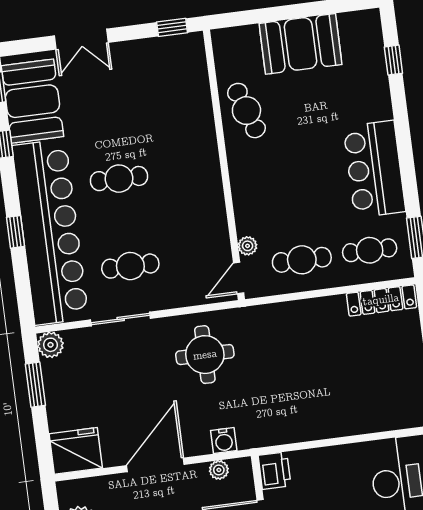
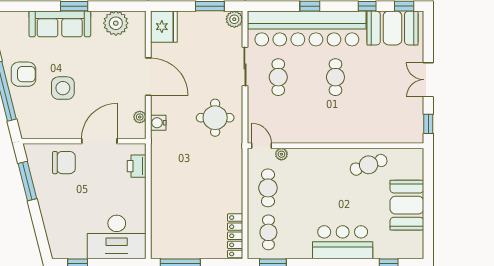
double door: (81, 39) -> (428, 80), moved
bar counter: (374, 169) -> (343, 242), moved
printer: (274, 471) -> (137, 166), moved, turned 90

